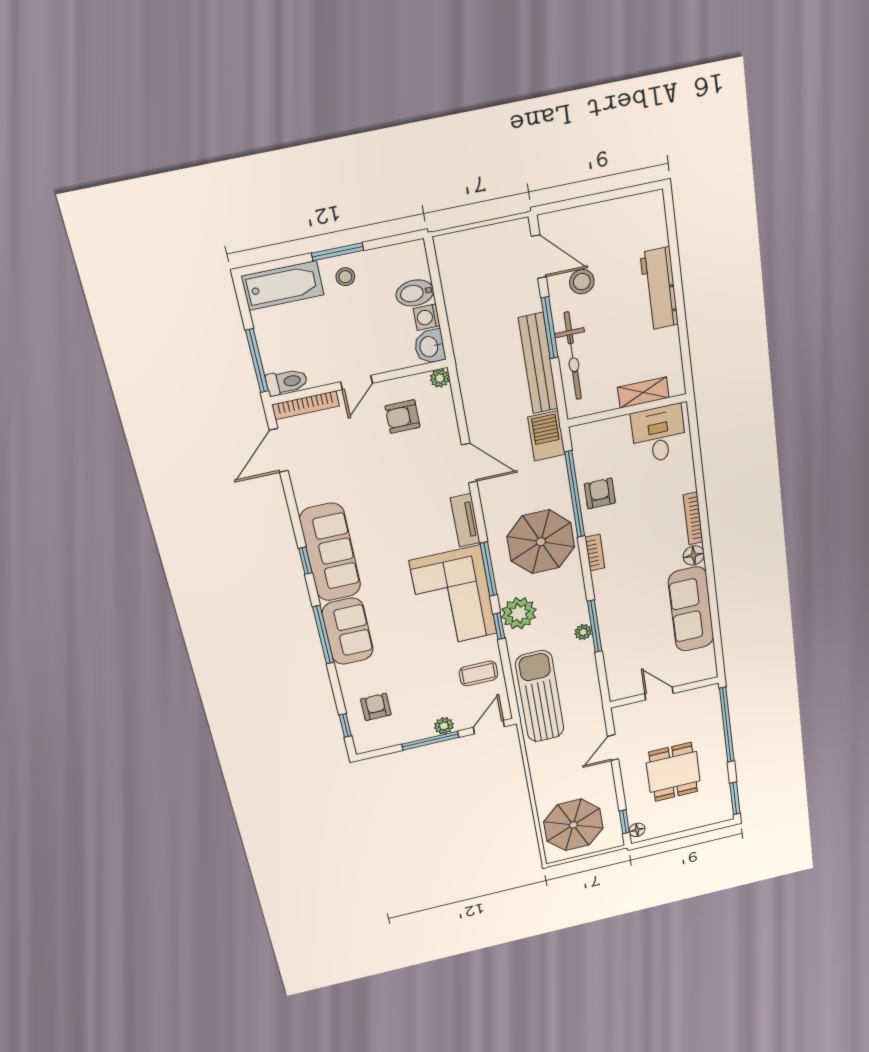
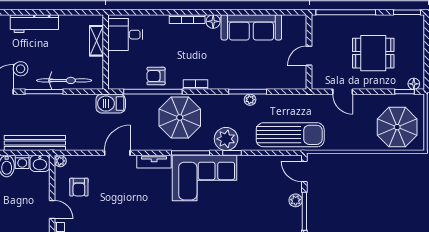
bench: (538, 364) -> (35, 143), moved
coffee table: (479, 673) -> (263, 172), removed
sun lounger: (540, 696) -> (290, 135), turned 180

